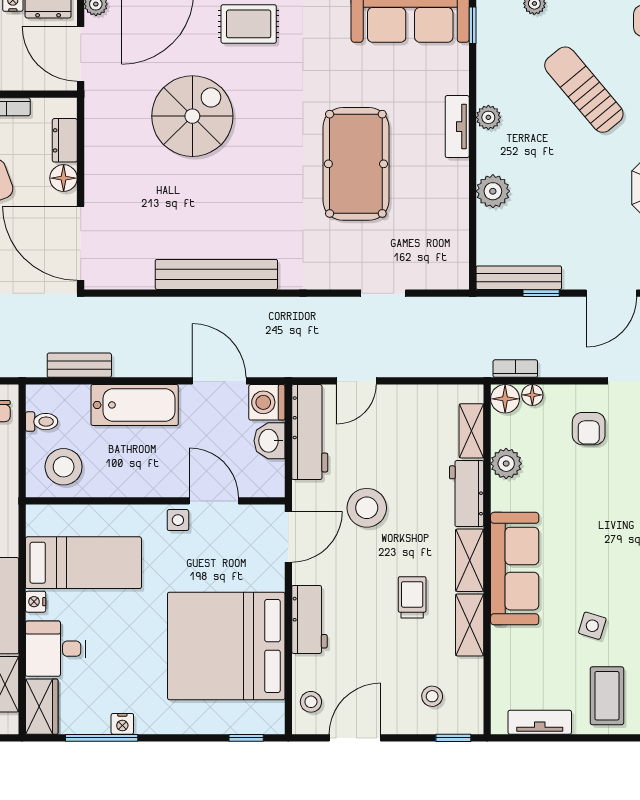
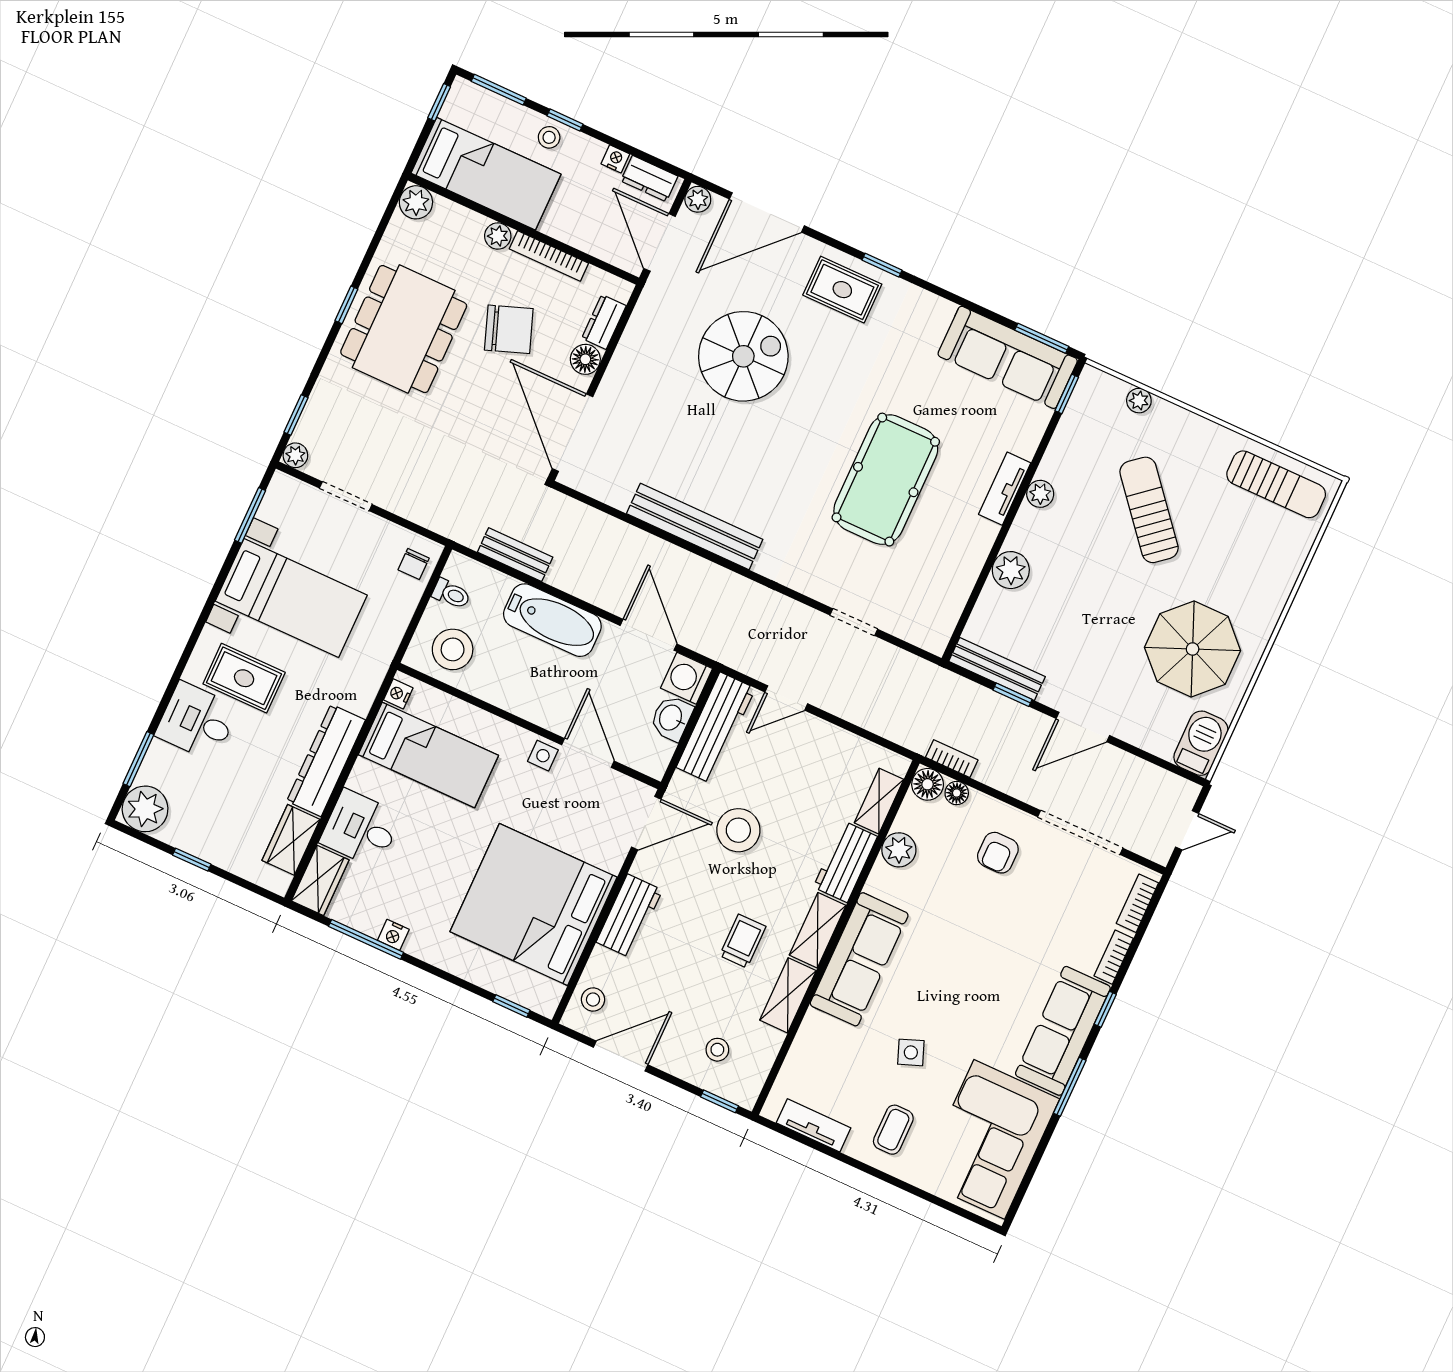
nightstand: (36, 602) -> (398, 694), moved
side table: (592, 626) -> (911, 1052), turned -38
coffee table: (607, 696) -> (893, 1130), width x0.73, depth x0.77

